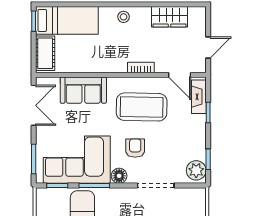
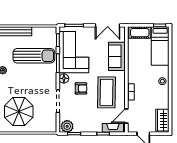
wardrobe: (169, 17) -> (162, 120), moved

